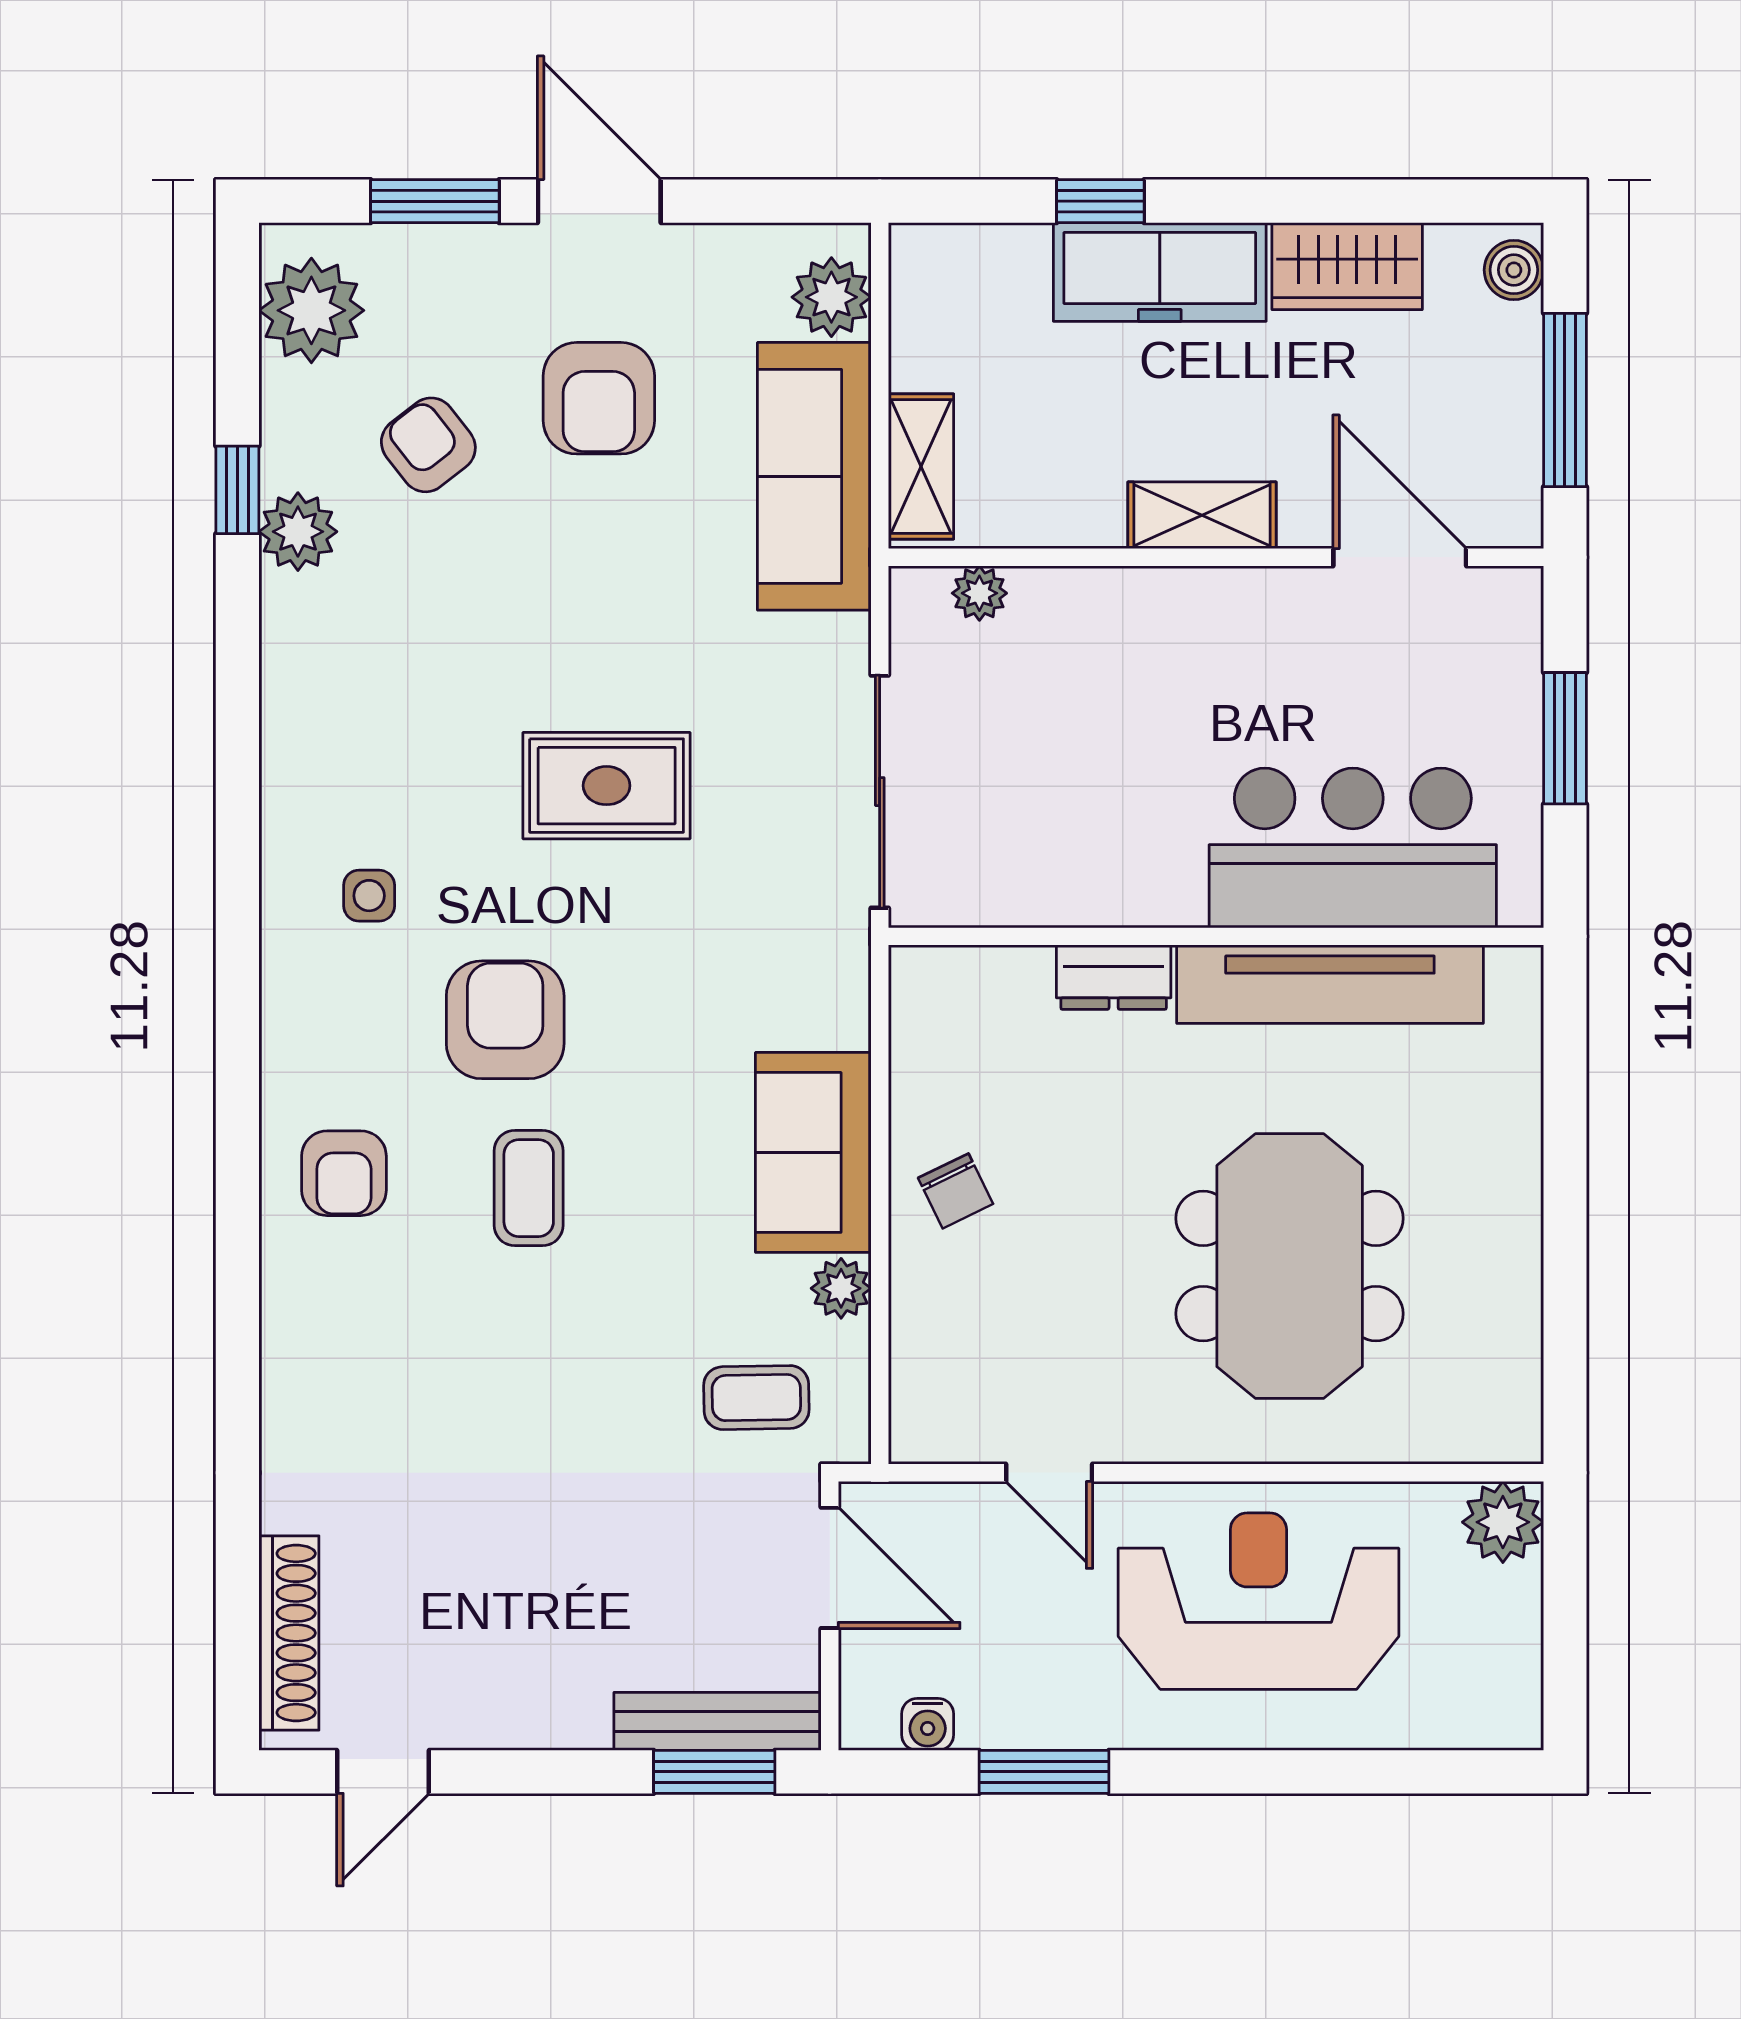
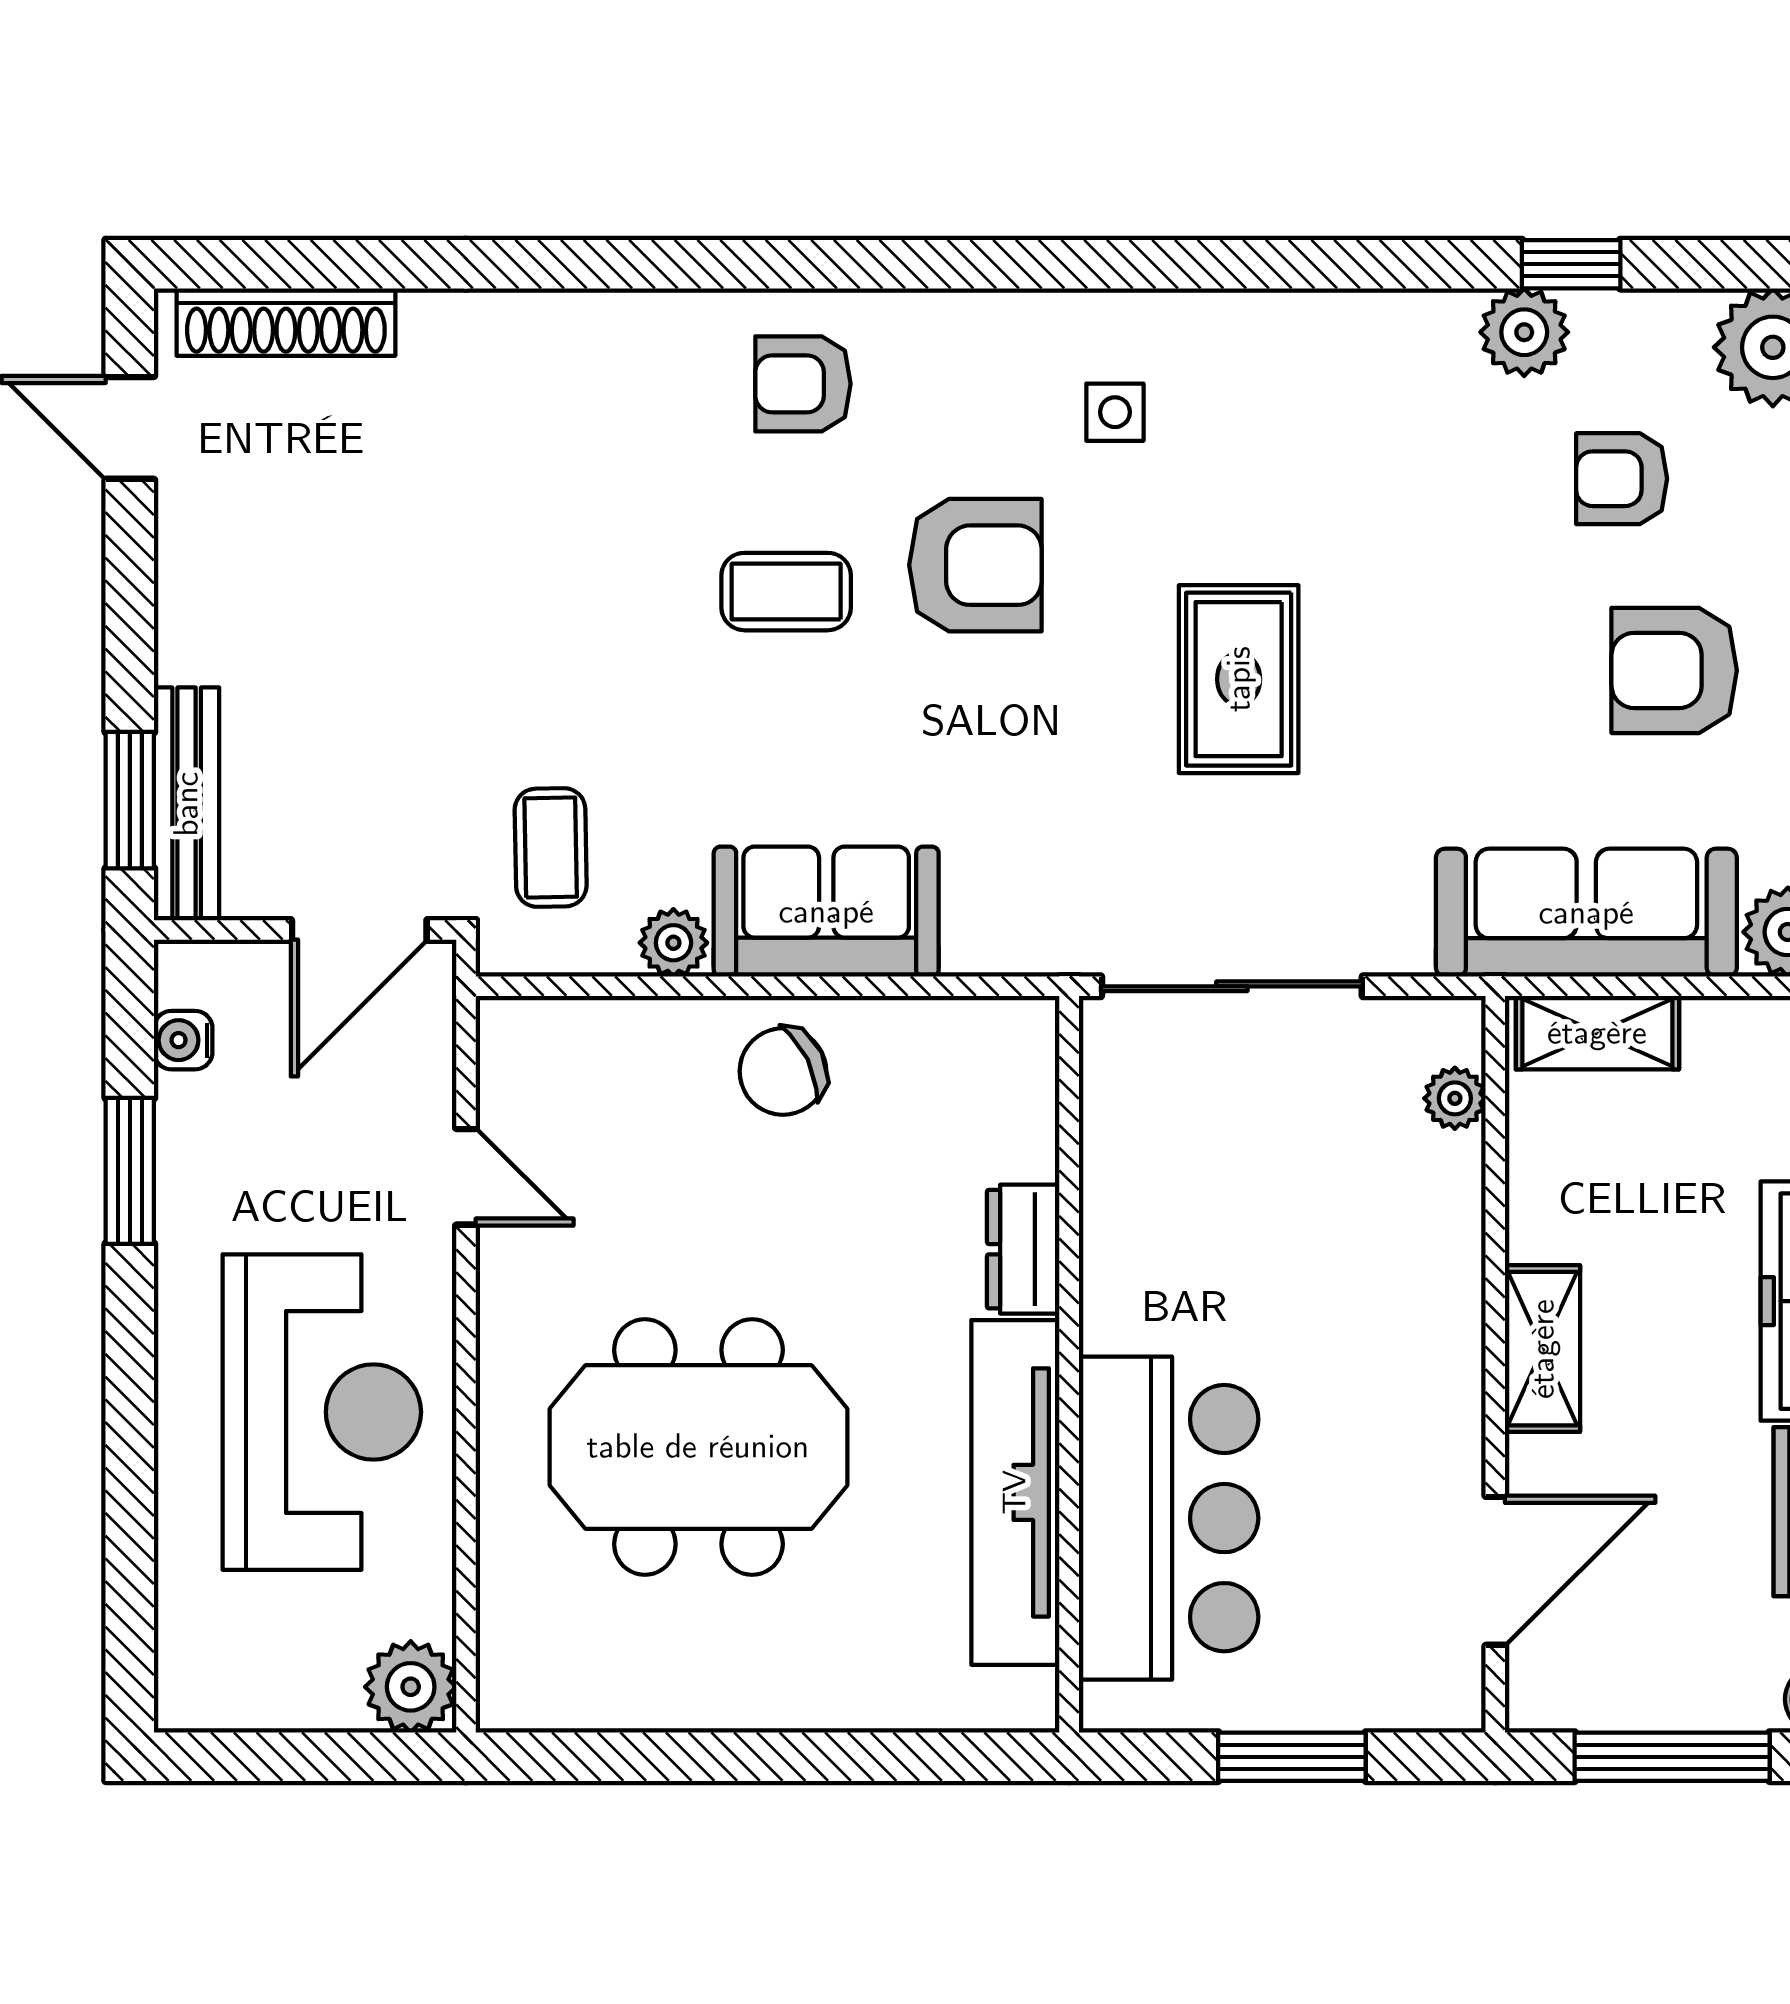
armchair: (428, 445) -> (1622, 479), turned -142
chair: (956, 1191) -> (783, 1072), width x1.37, depth x1.37
door: (1049, 1473) -> (466, 1177), swing flipped

